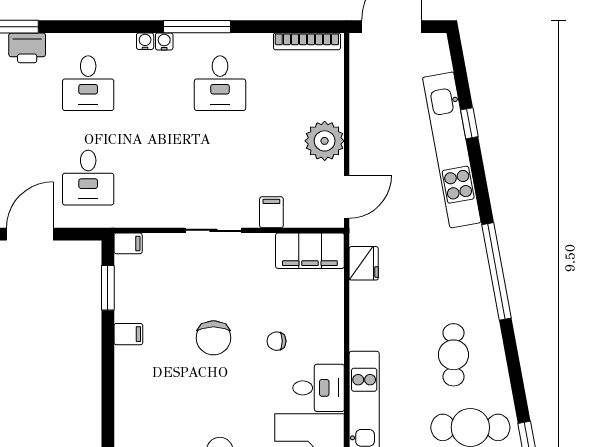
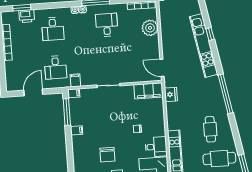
desk: (220, 83) -> (107, 25), turned 180
plant: (325, 141) -> (150, 28), moved
door: (347, 197) -> (162, 68), swing flipped
filing cabinet: (271, 212) -> (75, 80), moved
window: (108, 288) -> (67, 112), width x1.44
chair: (213, 338) -> (107, 155), moved

